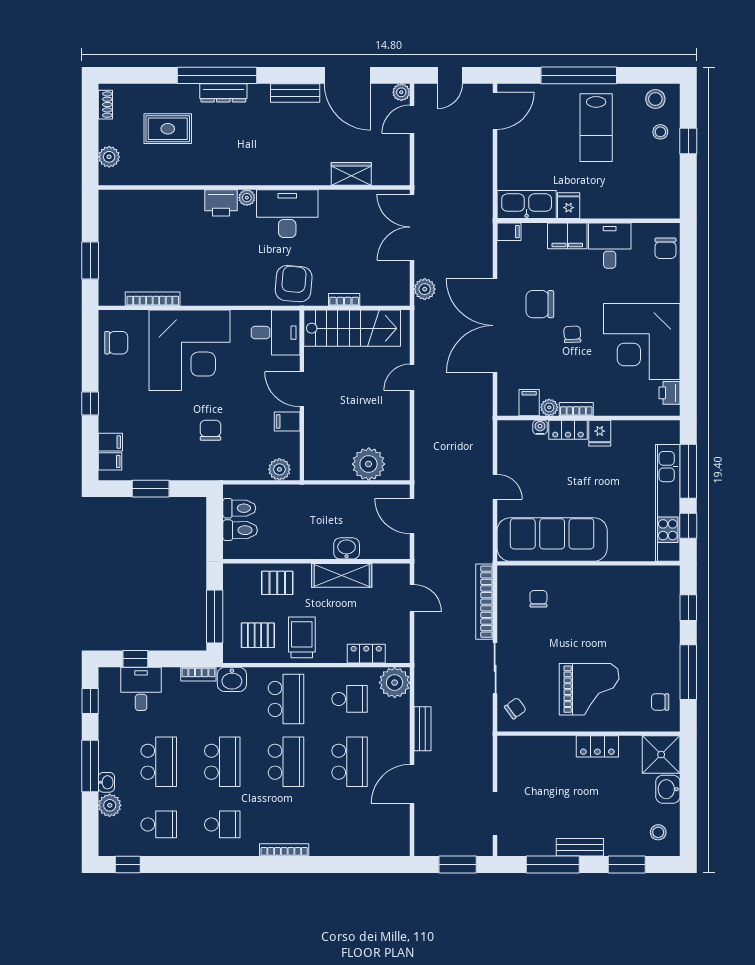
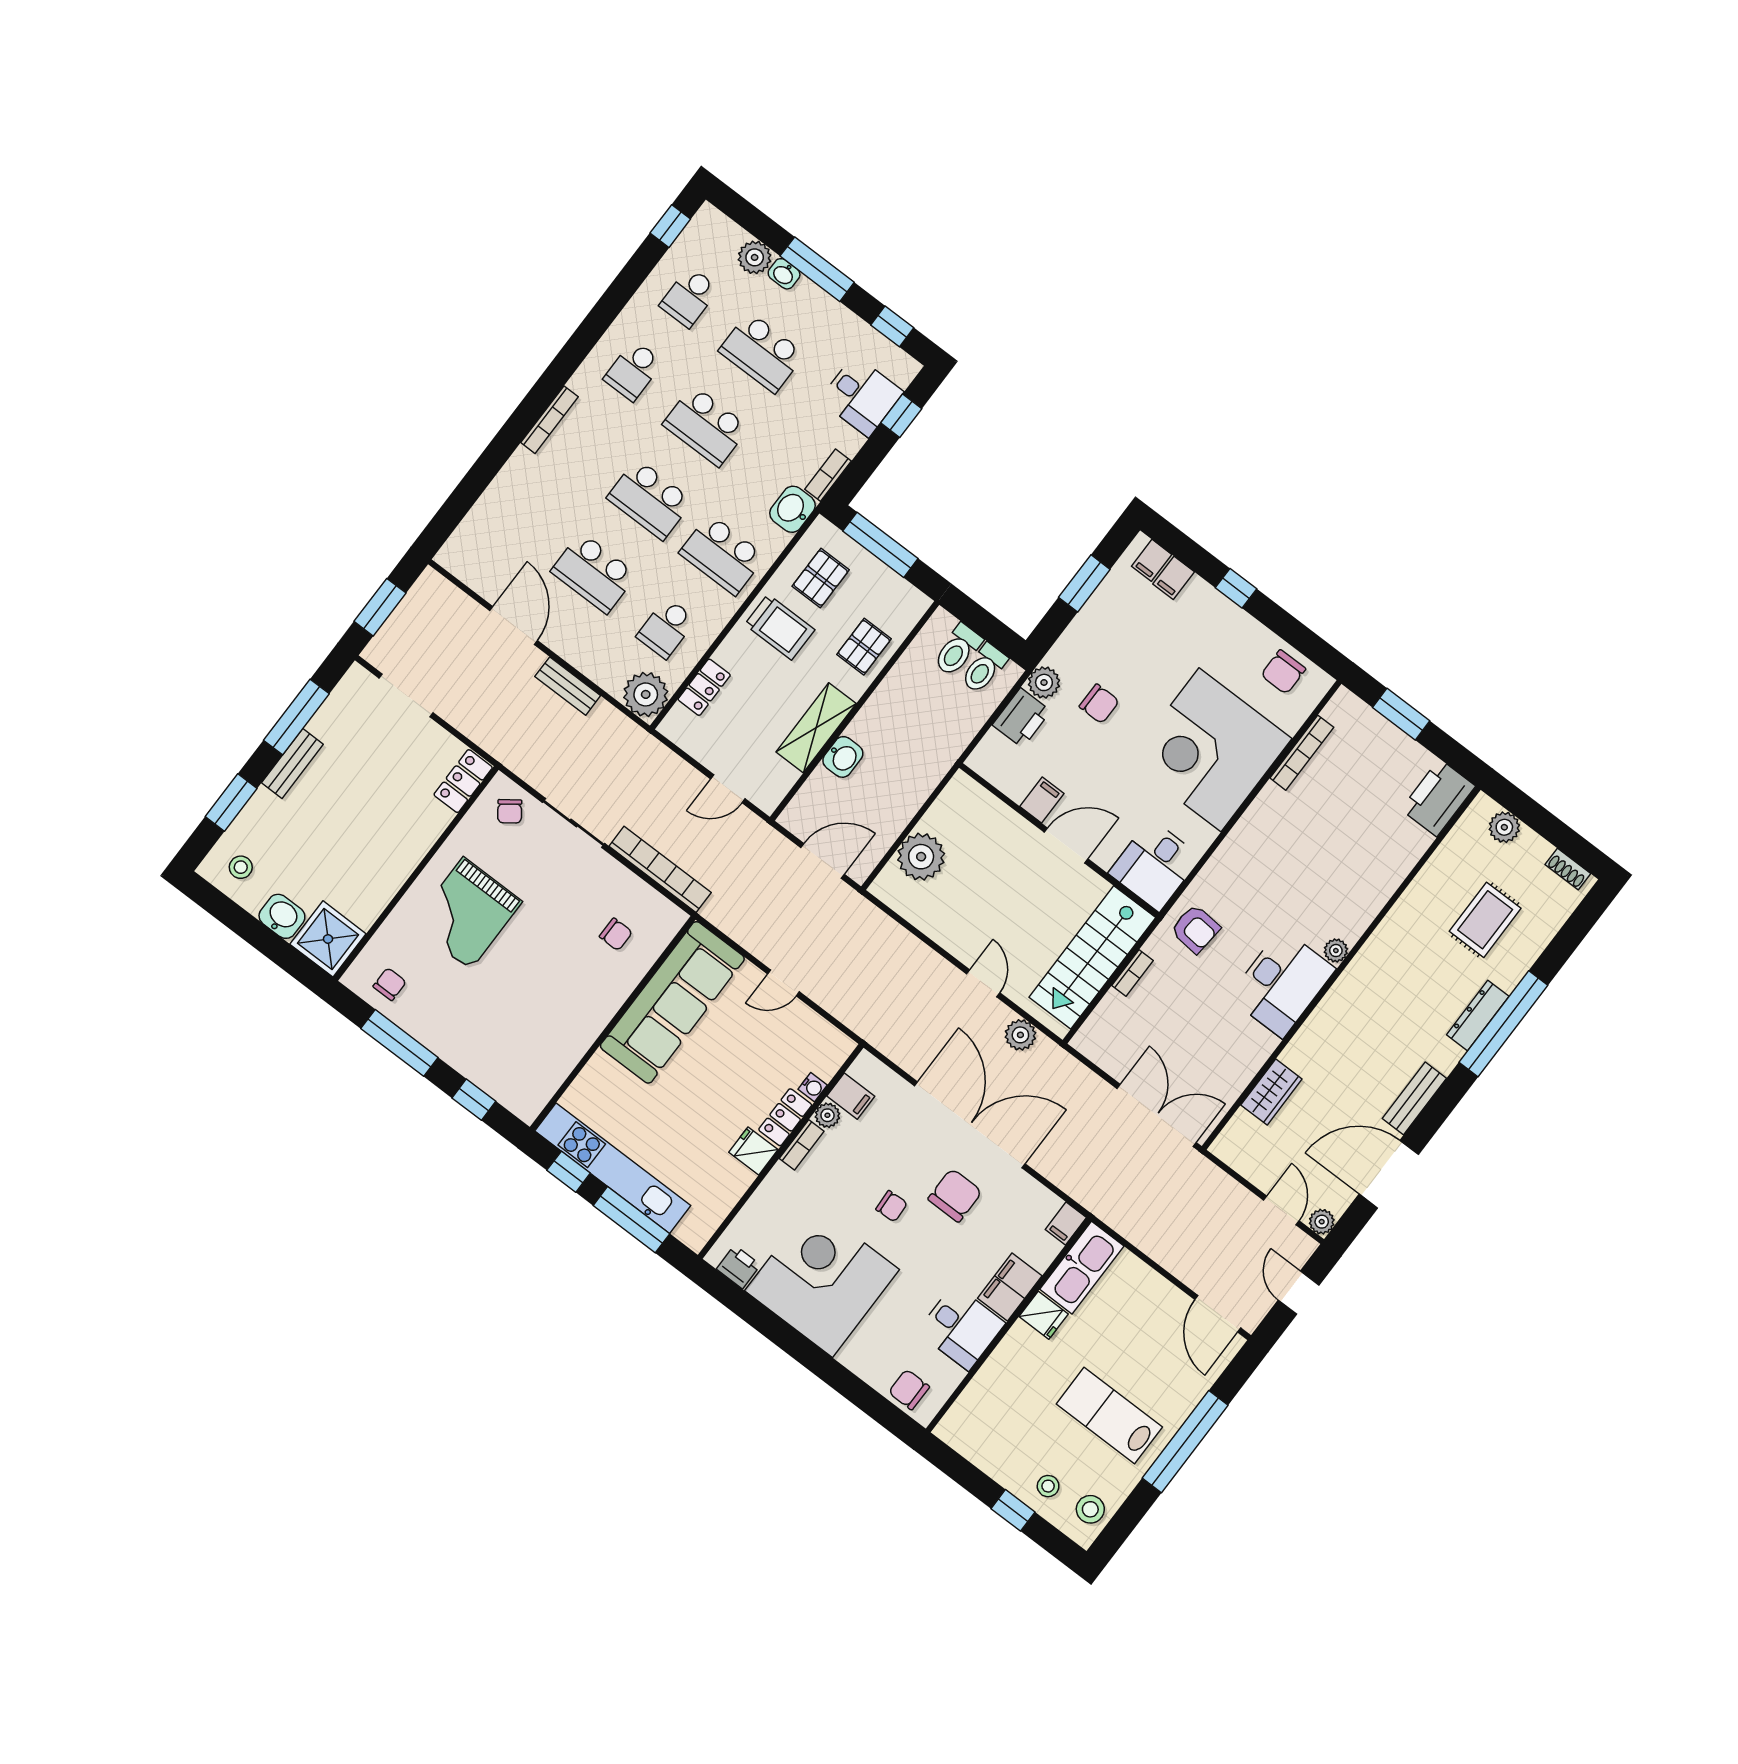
printer: (221, 203) -> (1438, 798), moved, width x1.37, depth x1.19
armchair: (294, 284) -> (1195, 929), width x0.72, depth x0.72
plant: (425, 289) -> (1020, 1035), moved
printer: (251, 467) -> (1021, 718), added
plant: (279, 469) -> (1044, 682), moved
locker: (597, 746) -> (463, 781), moved

